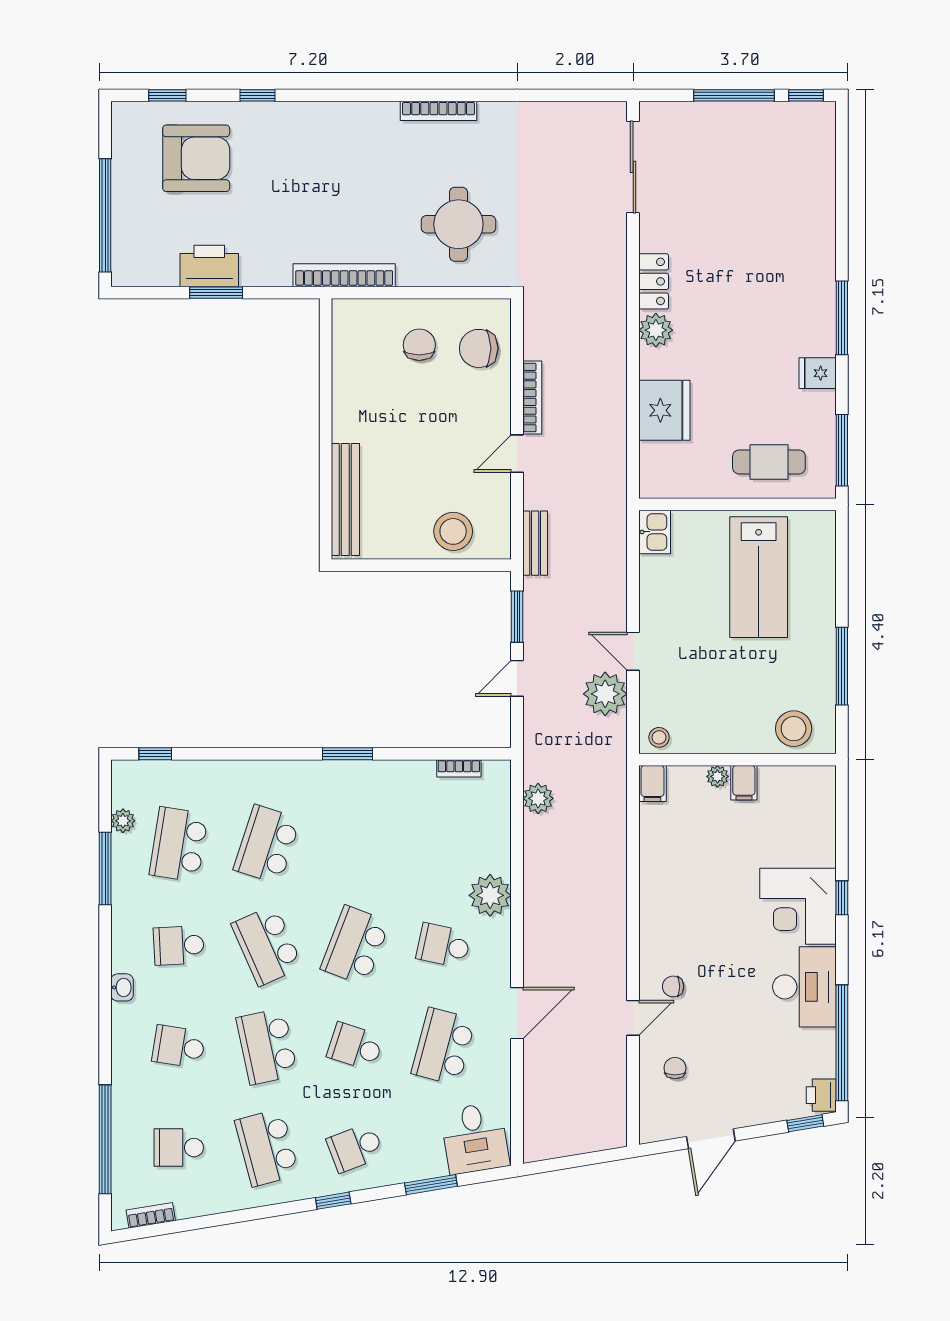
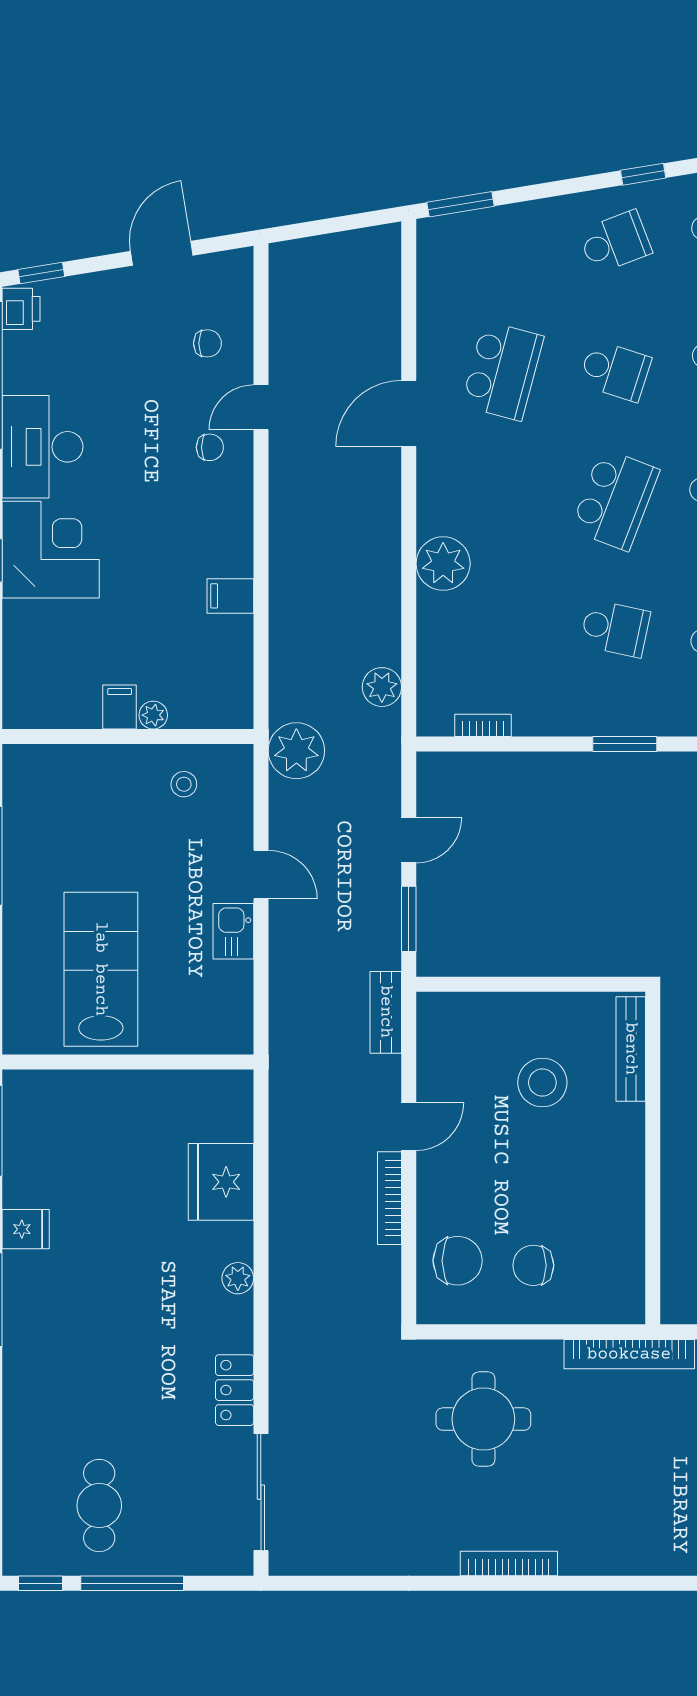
locker: (654, 281) -> (235, 1390), moved
plant: (656, 330) -> (238, 1278), width x0.73, depth x0.73
chair: (419, 345) -> (533, 1265), turned 90
cafe table: (769, 462) -> (99, 1506), moved, turned 90
bench: (345, 499) -> (631, 1049), width x0.73, depth x0.82
stool: (453, 531) -> (542, 1082), moved
kitchen sink: (655, 532) -> (233, 931), moved
plant: (605, 694) -> (296, 751), moved
stool: (794, 729) -> (56, 776), removed
stool: (659, 737) -> (184, 784), moved
filing cabinet: (652, 784) -> (230, 596), moved, turned -90
school desk: (443, 945) -> (615, 629), moved
chair: (675, 1068) -> (207, 343), turned -90
desk: (475, 1138) -> (463, 254), removed
window: (431, 1185) -> (460, 204), moved

